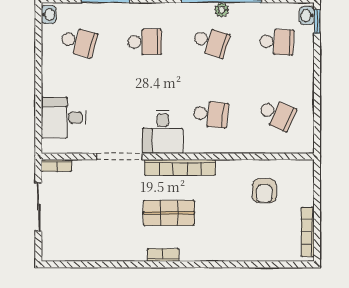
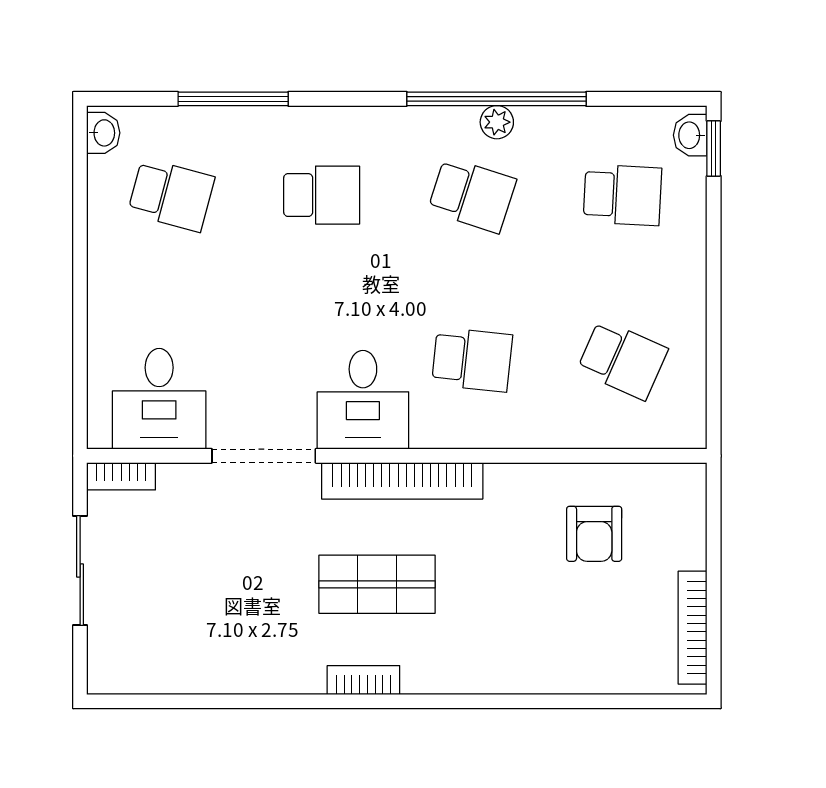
desk: (63, 118) -> (159, 399), moved, turned -90

